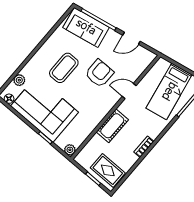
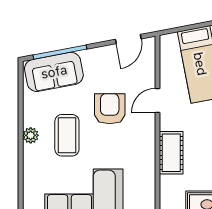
door: (131, 38) -> (128, 39), moved
plant: (19, 80) -> (31, 135), moved

